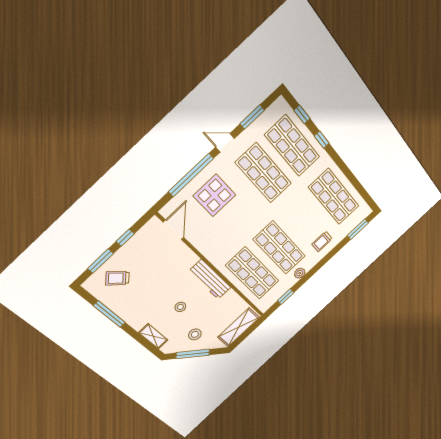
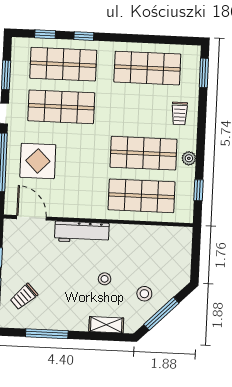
workbench: (210, 279) -> (82, 232), moved
shelving: (239, 327) -> (181, 255), removed

